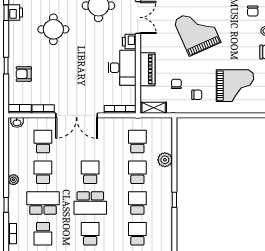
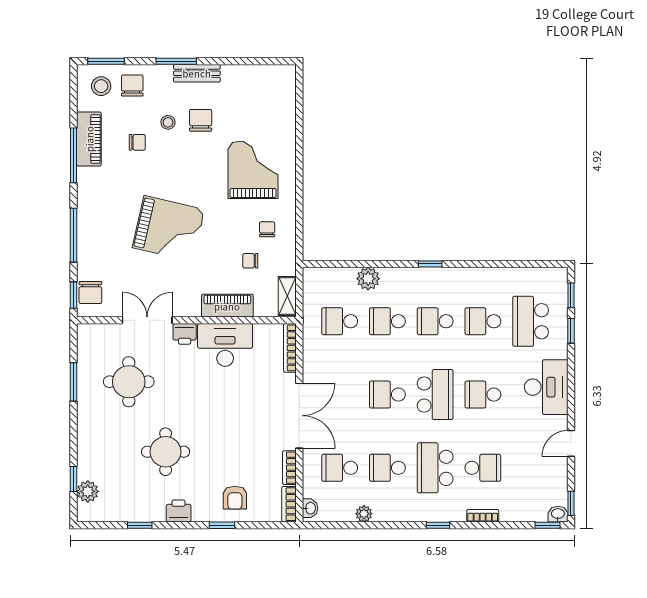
printer: (15, 12) -> (179, 511), moved
grand piano: (197, 31) -> (168, 229), turned -143
plant: (13, 180) -> (364, 514), moved

